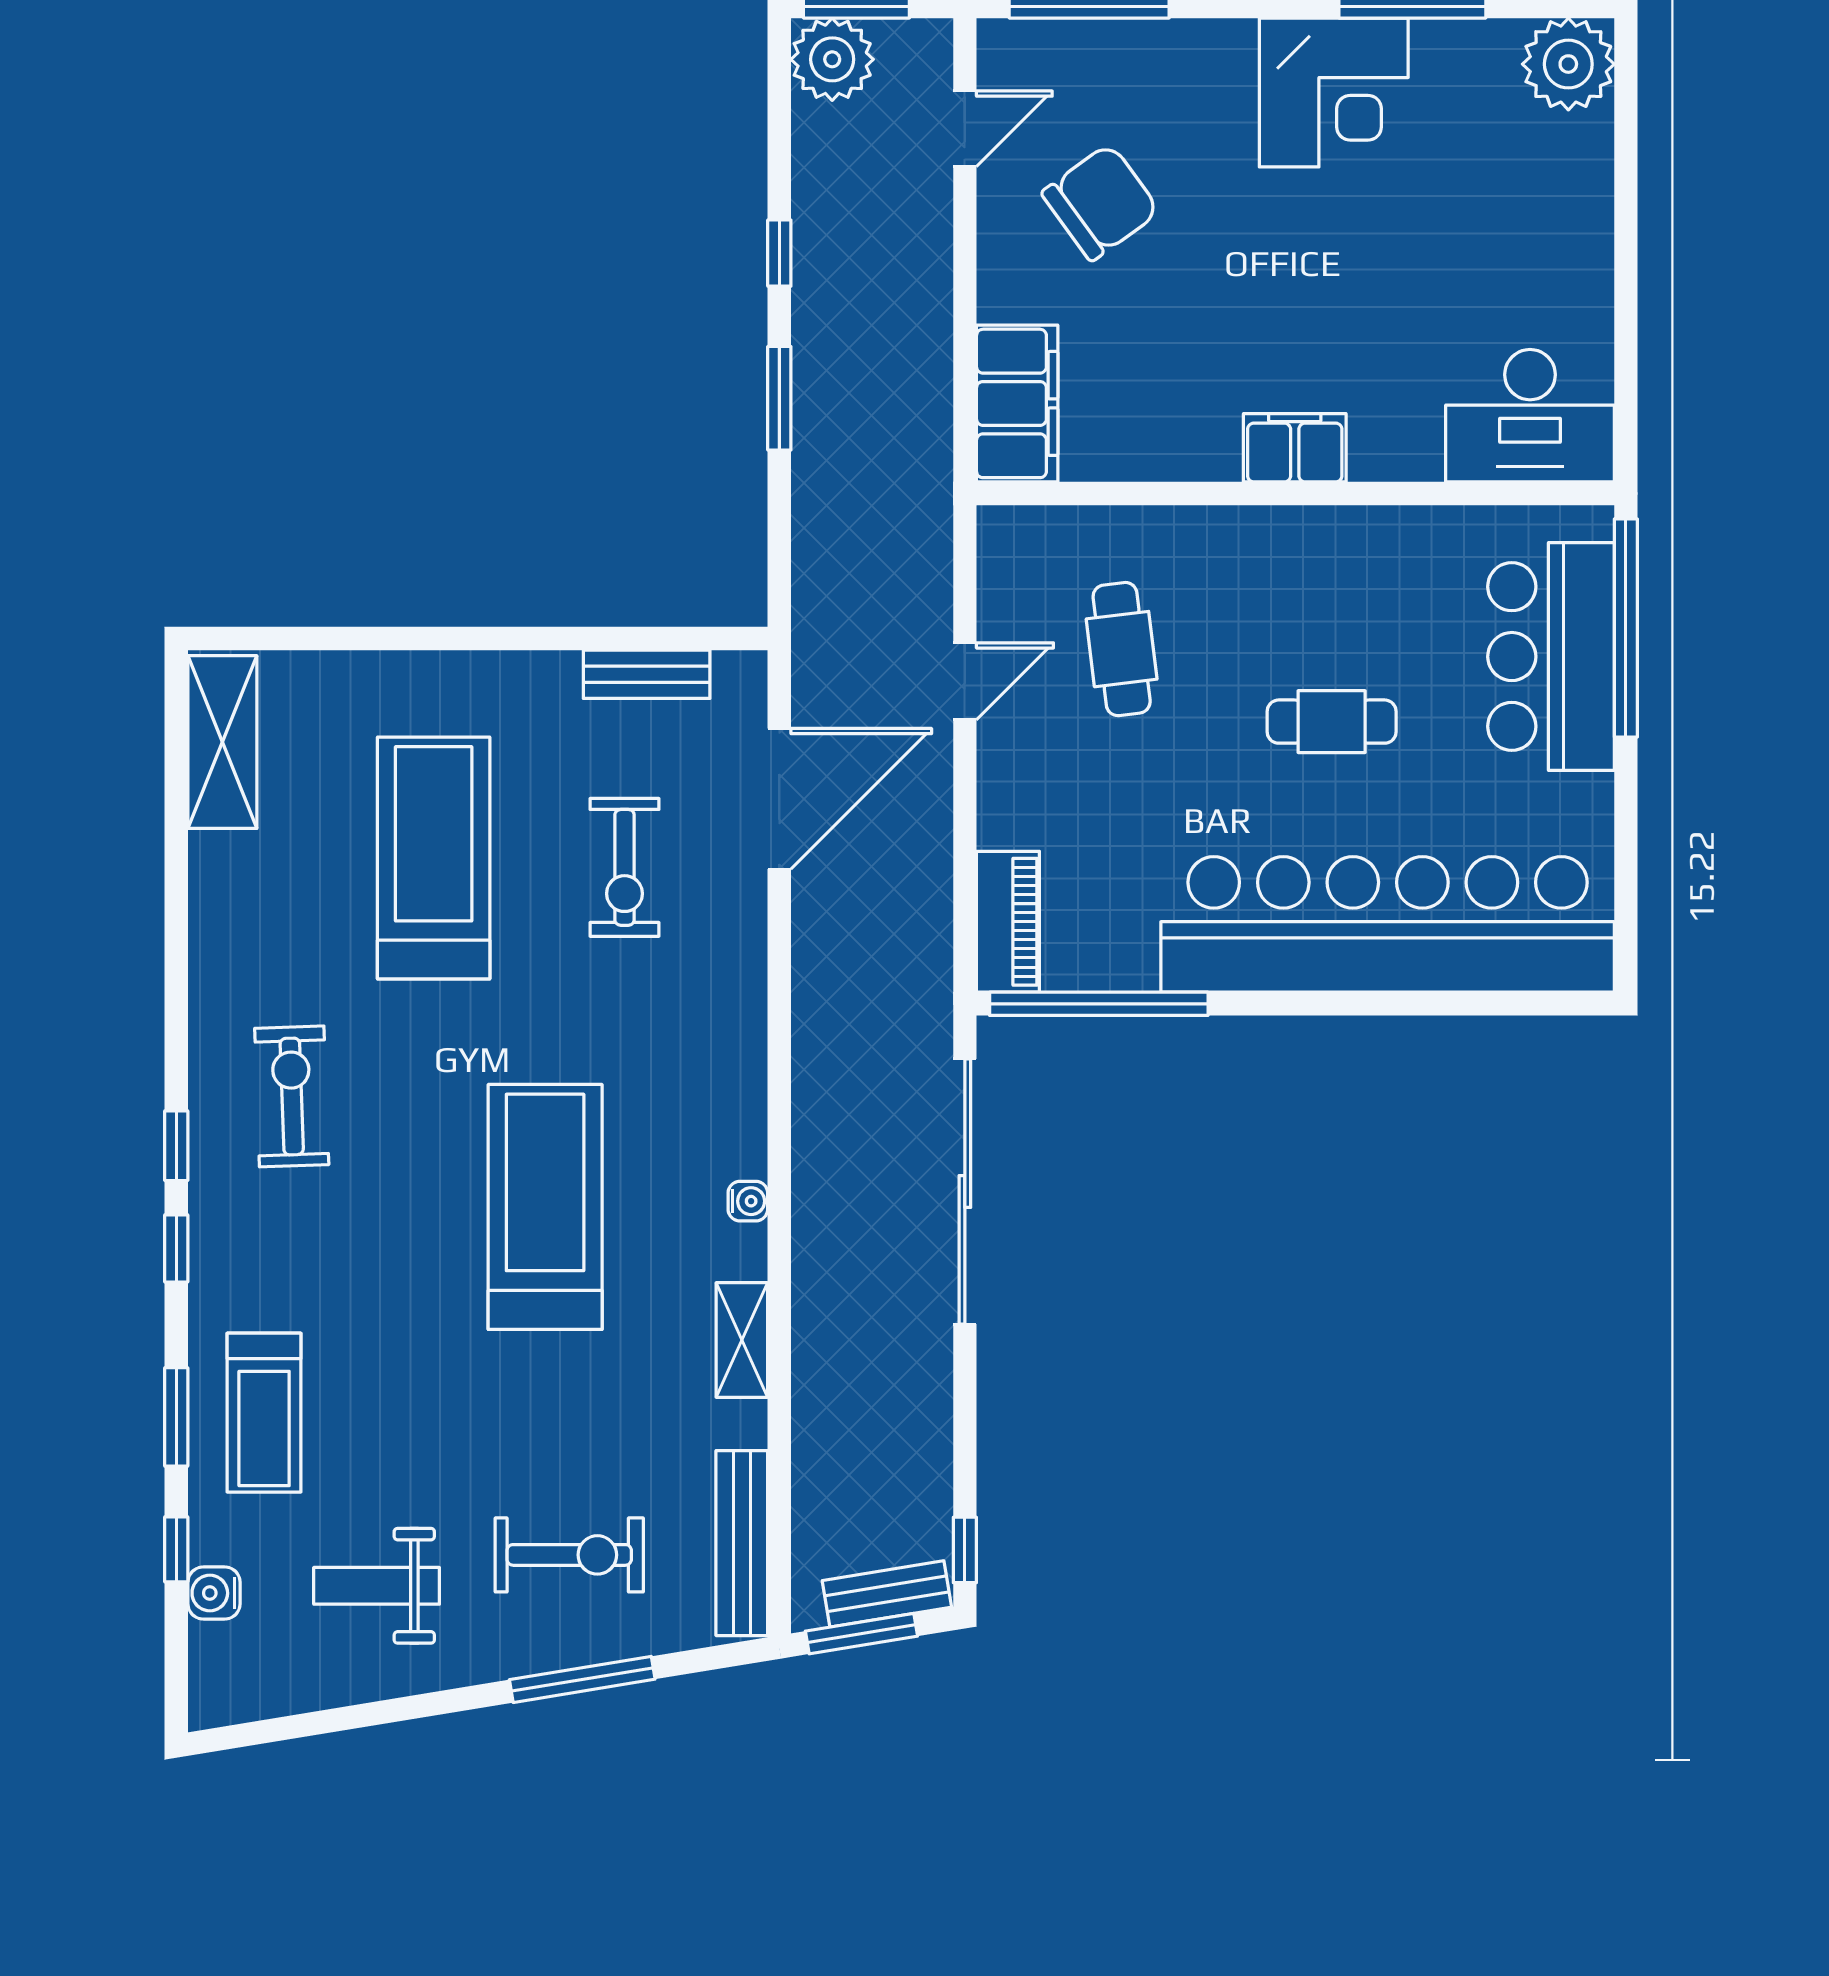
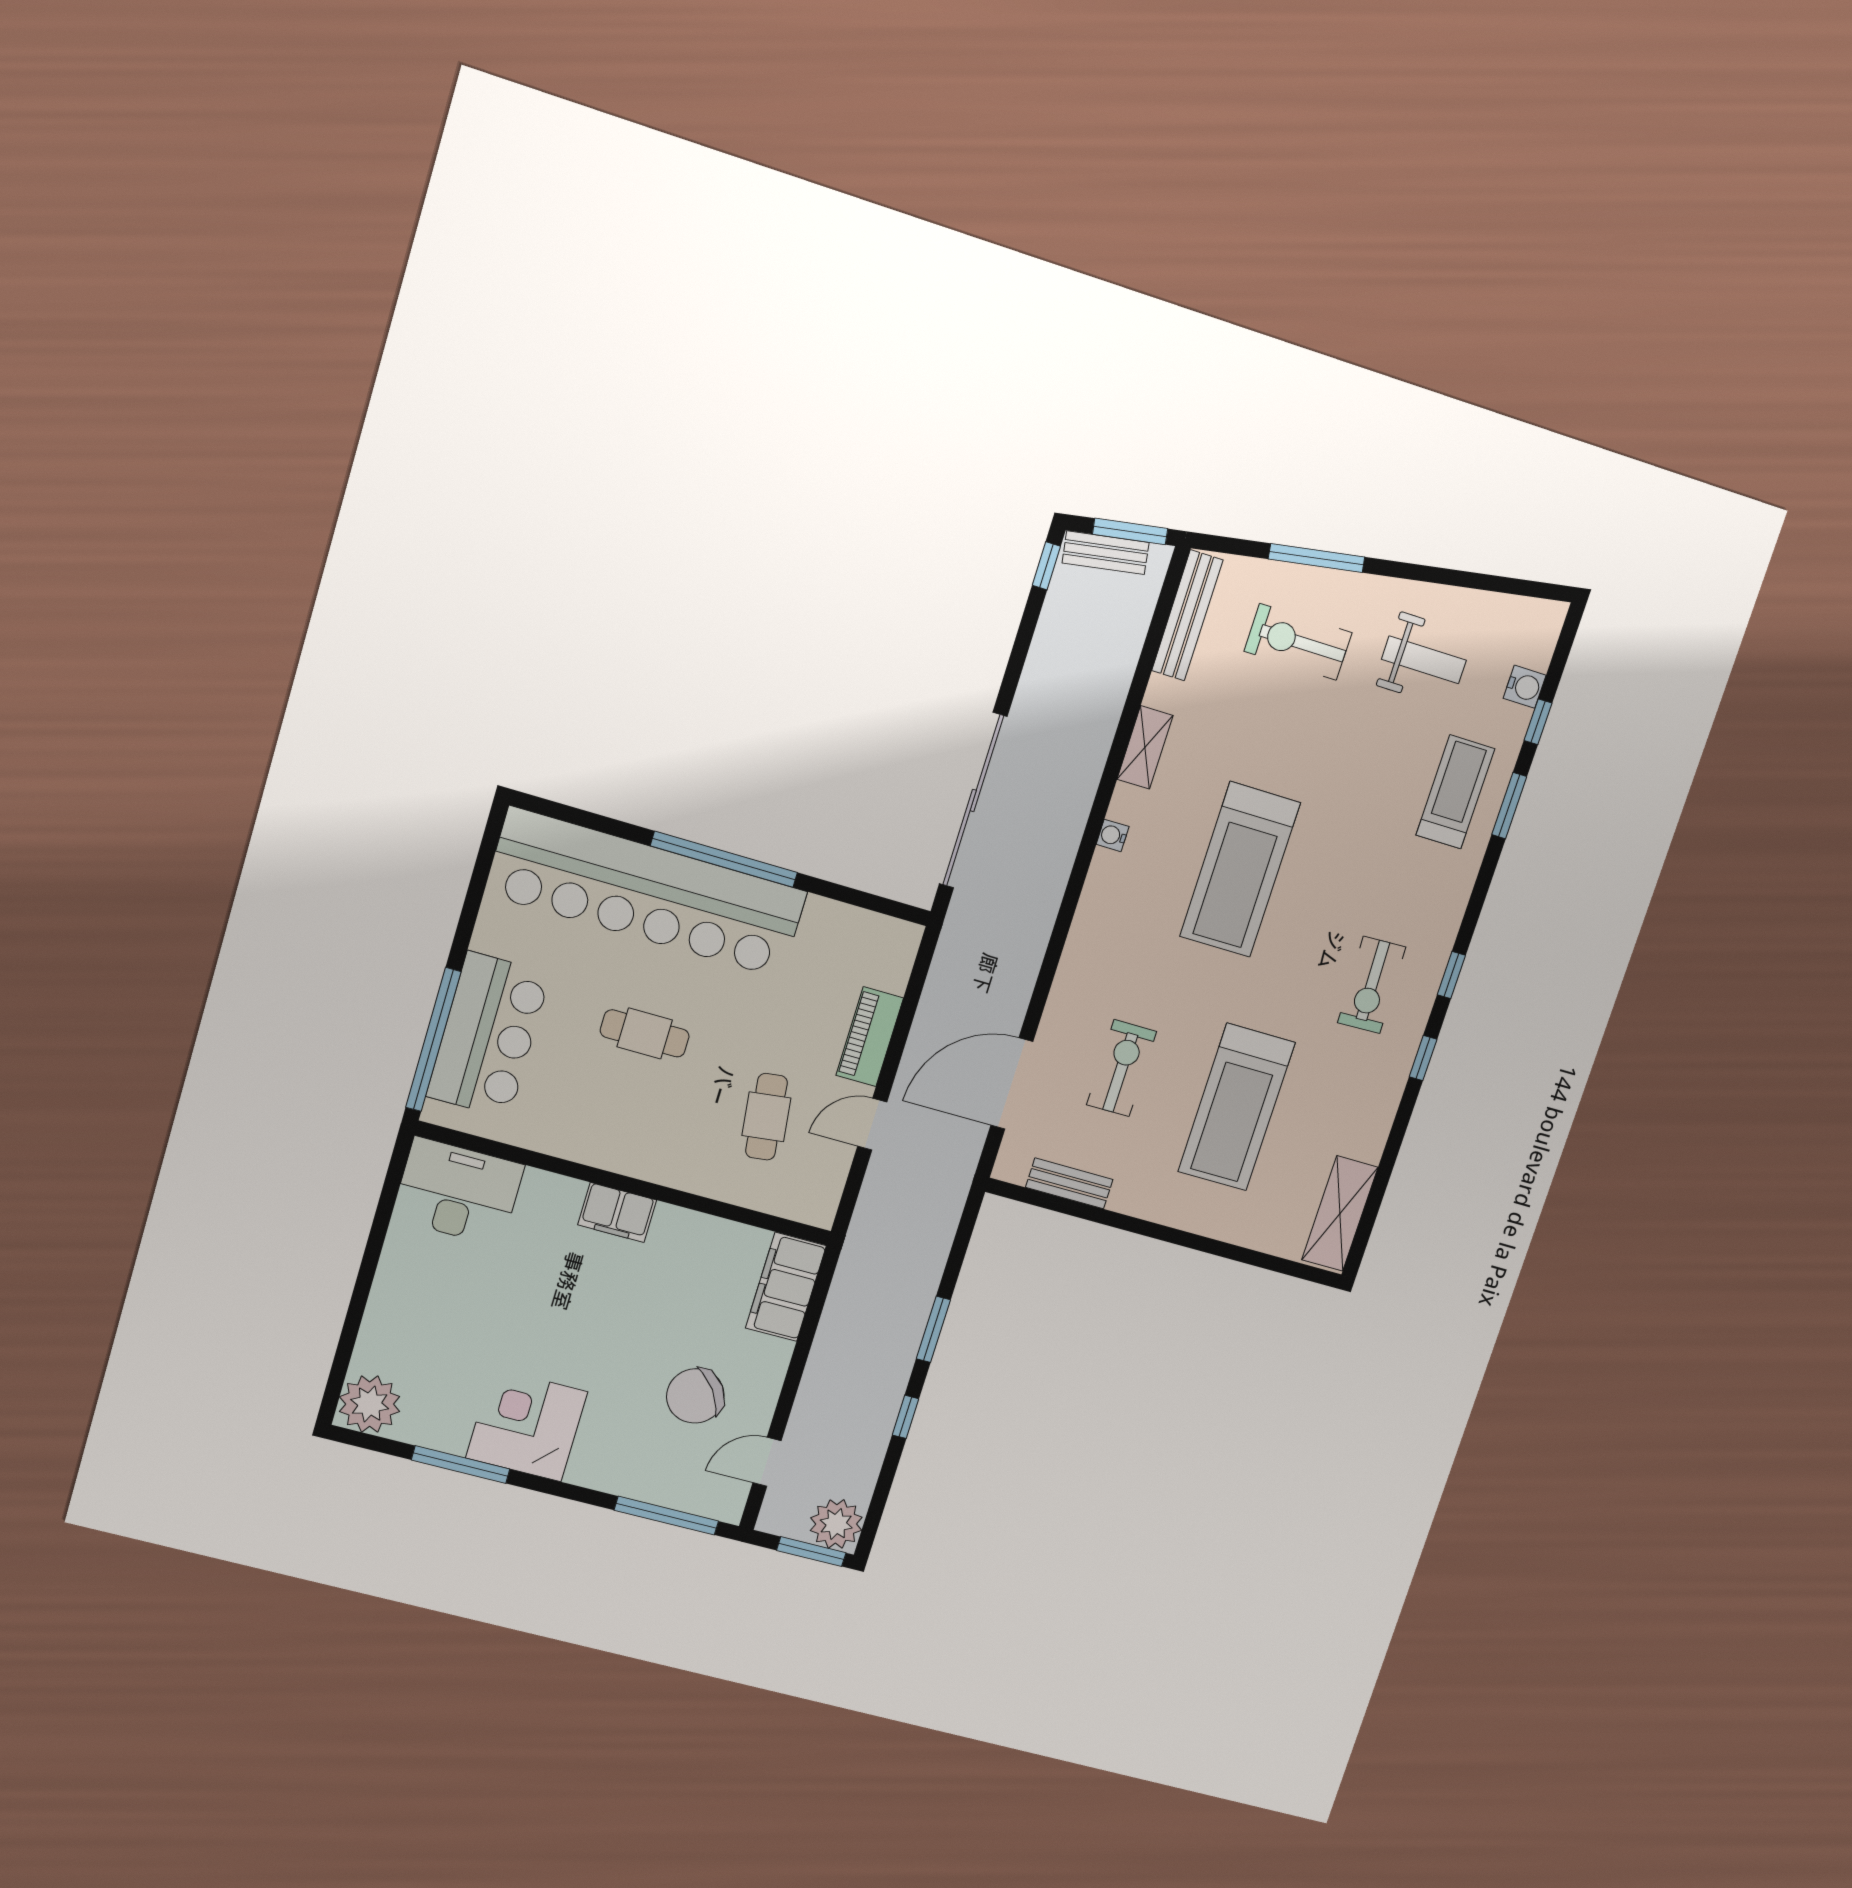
piano: (1008, 922) -> (870, 1037), moved
window: (1099, 1004) -> (724, 859), moved
window: (176, 1248) -> (1423, 1058), moved

